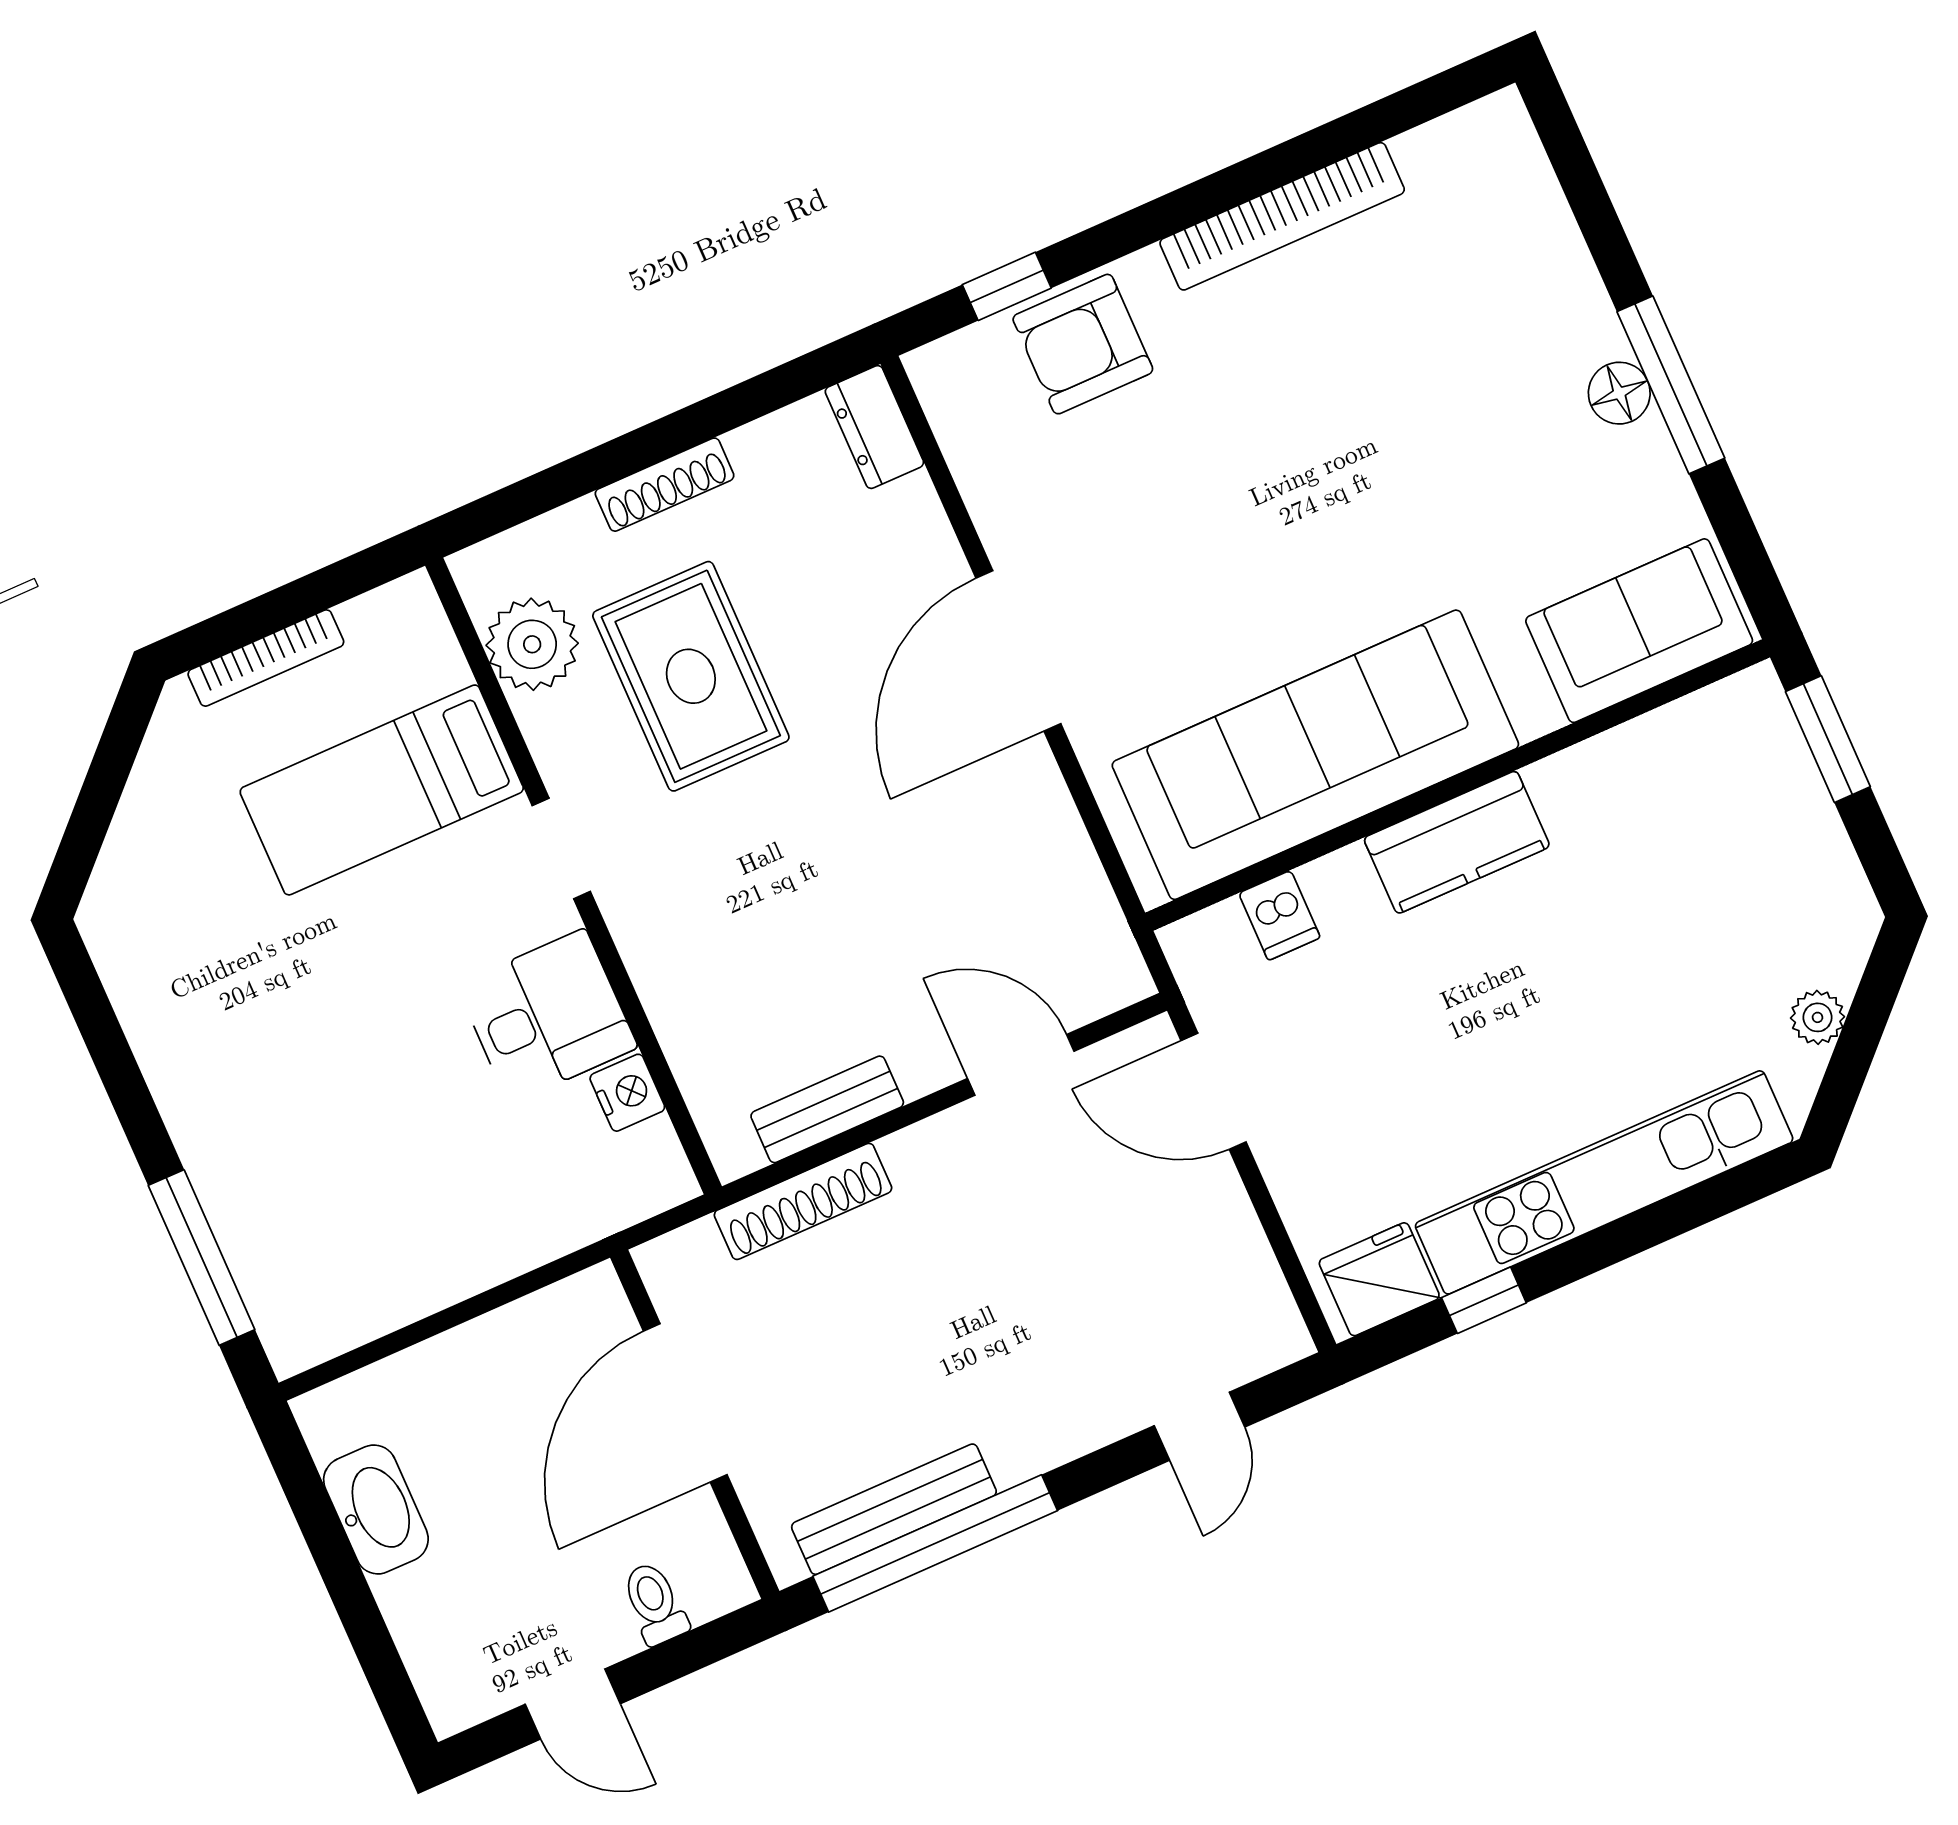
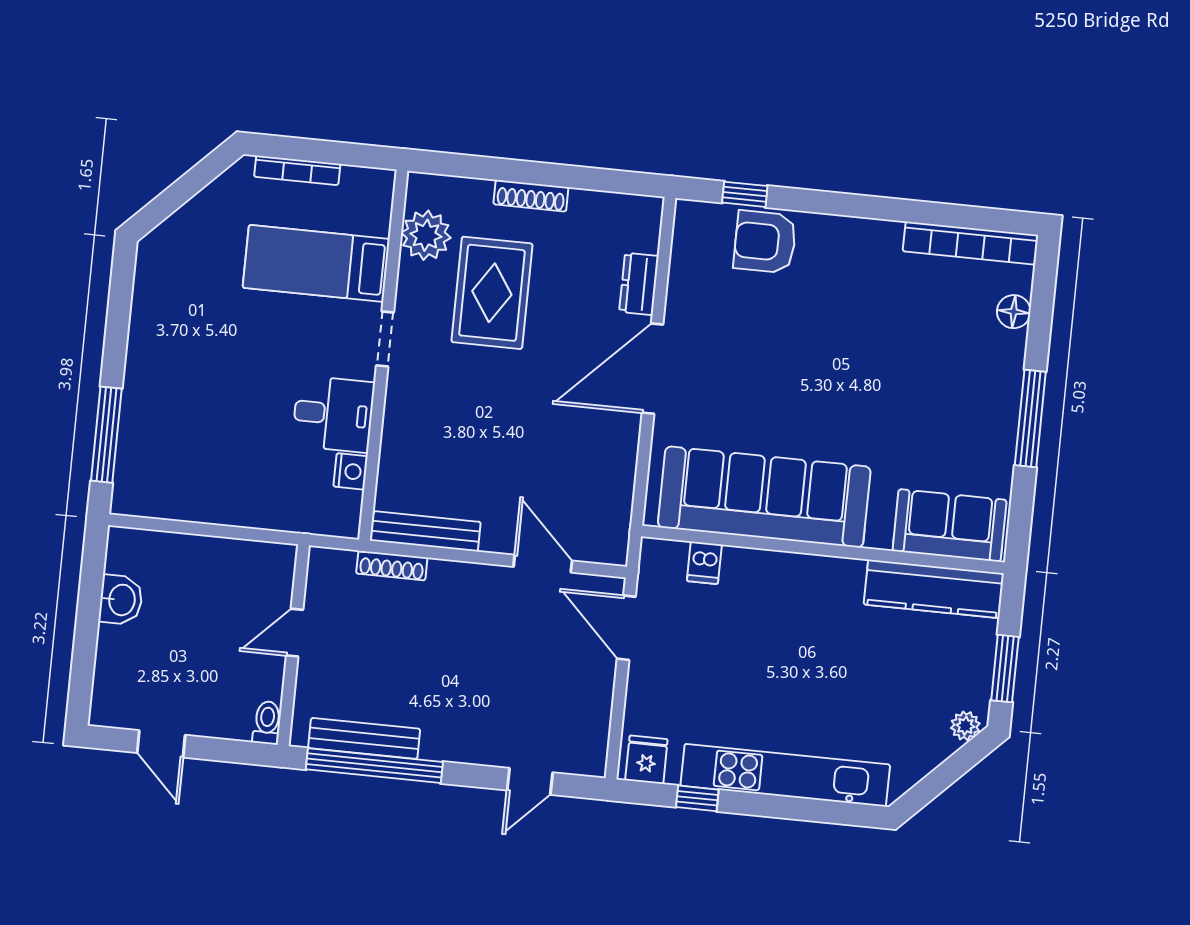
bookcase: (1282, 216) -> (971, 243), moved
floor lamp: (1619, 393) -> (1014, 312), moved
dresser: (874, 427) -> (639, 284), moved
window: (1828, 739) -> (1005, 669), moved
kitchen counter: (1457, 842) -> (934, 589), moved, width x1.50
plant: (1818, 1017) -> (965, 726), moved
bench: (827, 1109) -> (426, 531), width x1.36
shoe rack: (803, 1201) -> (392, 566), width x0.74, depth x0.81
fridge: (1379, 1279) -> (646, 760), width x0.72
door: (685, 1403) -> (295, 633), width x0.53
washbasin: (376, 1509) -> (121, 600), width x0.72
toilet: (655, 1603) -> (267, 723), moved

